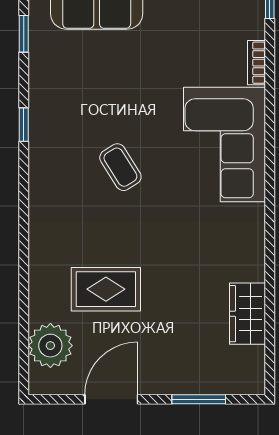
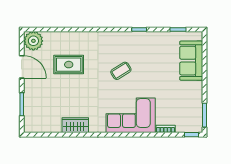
rug: (106, 289) -> (69, 65), turned 90
wardrobe: (248, 314) -> (75, 125), moved
plant: (50, 346) -> (33, 41), moved

